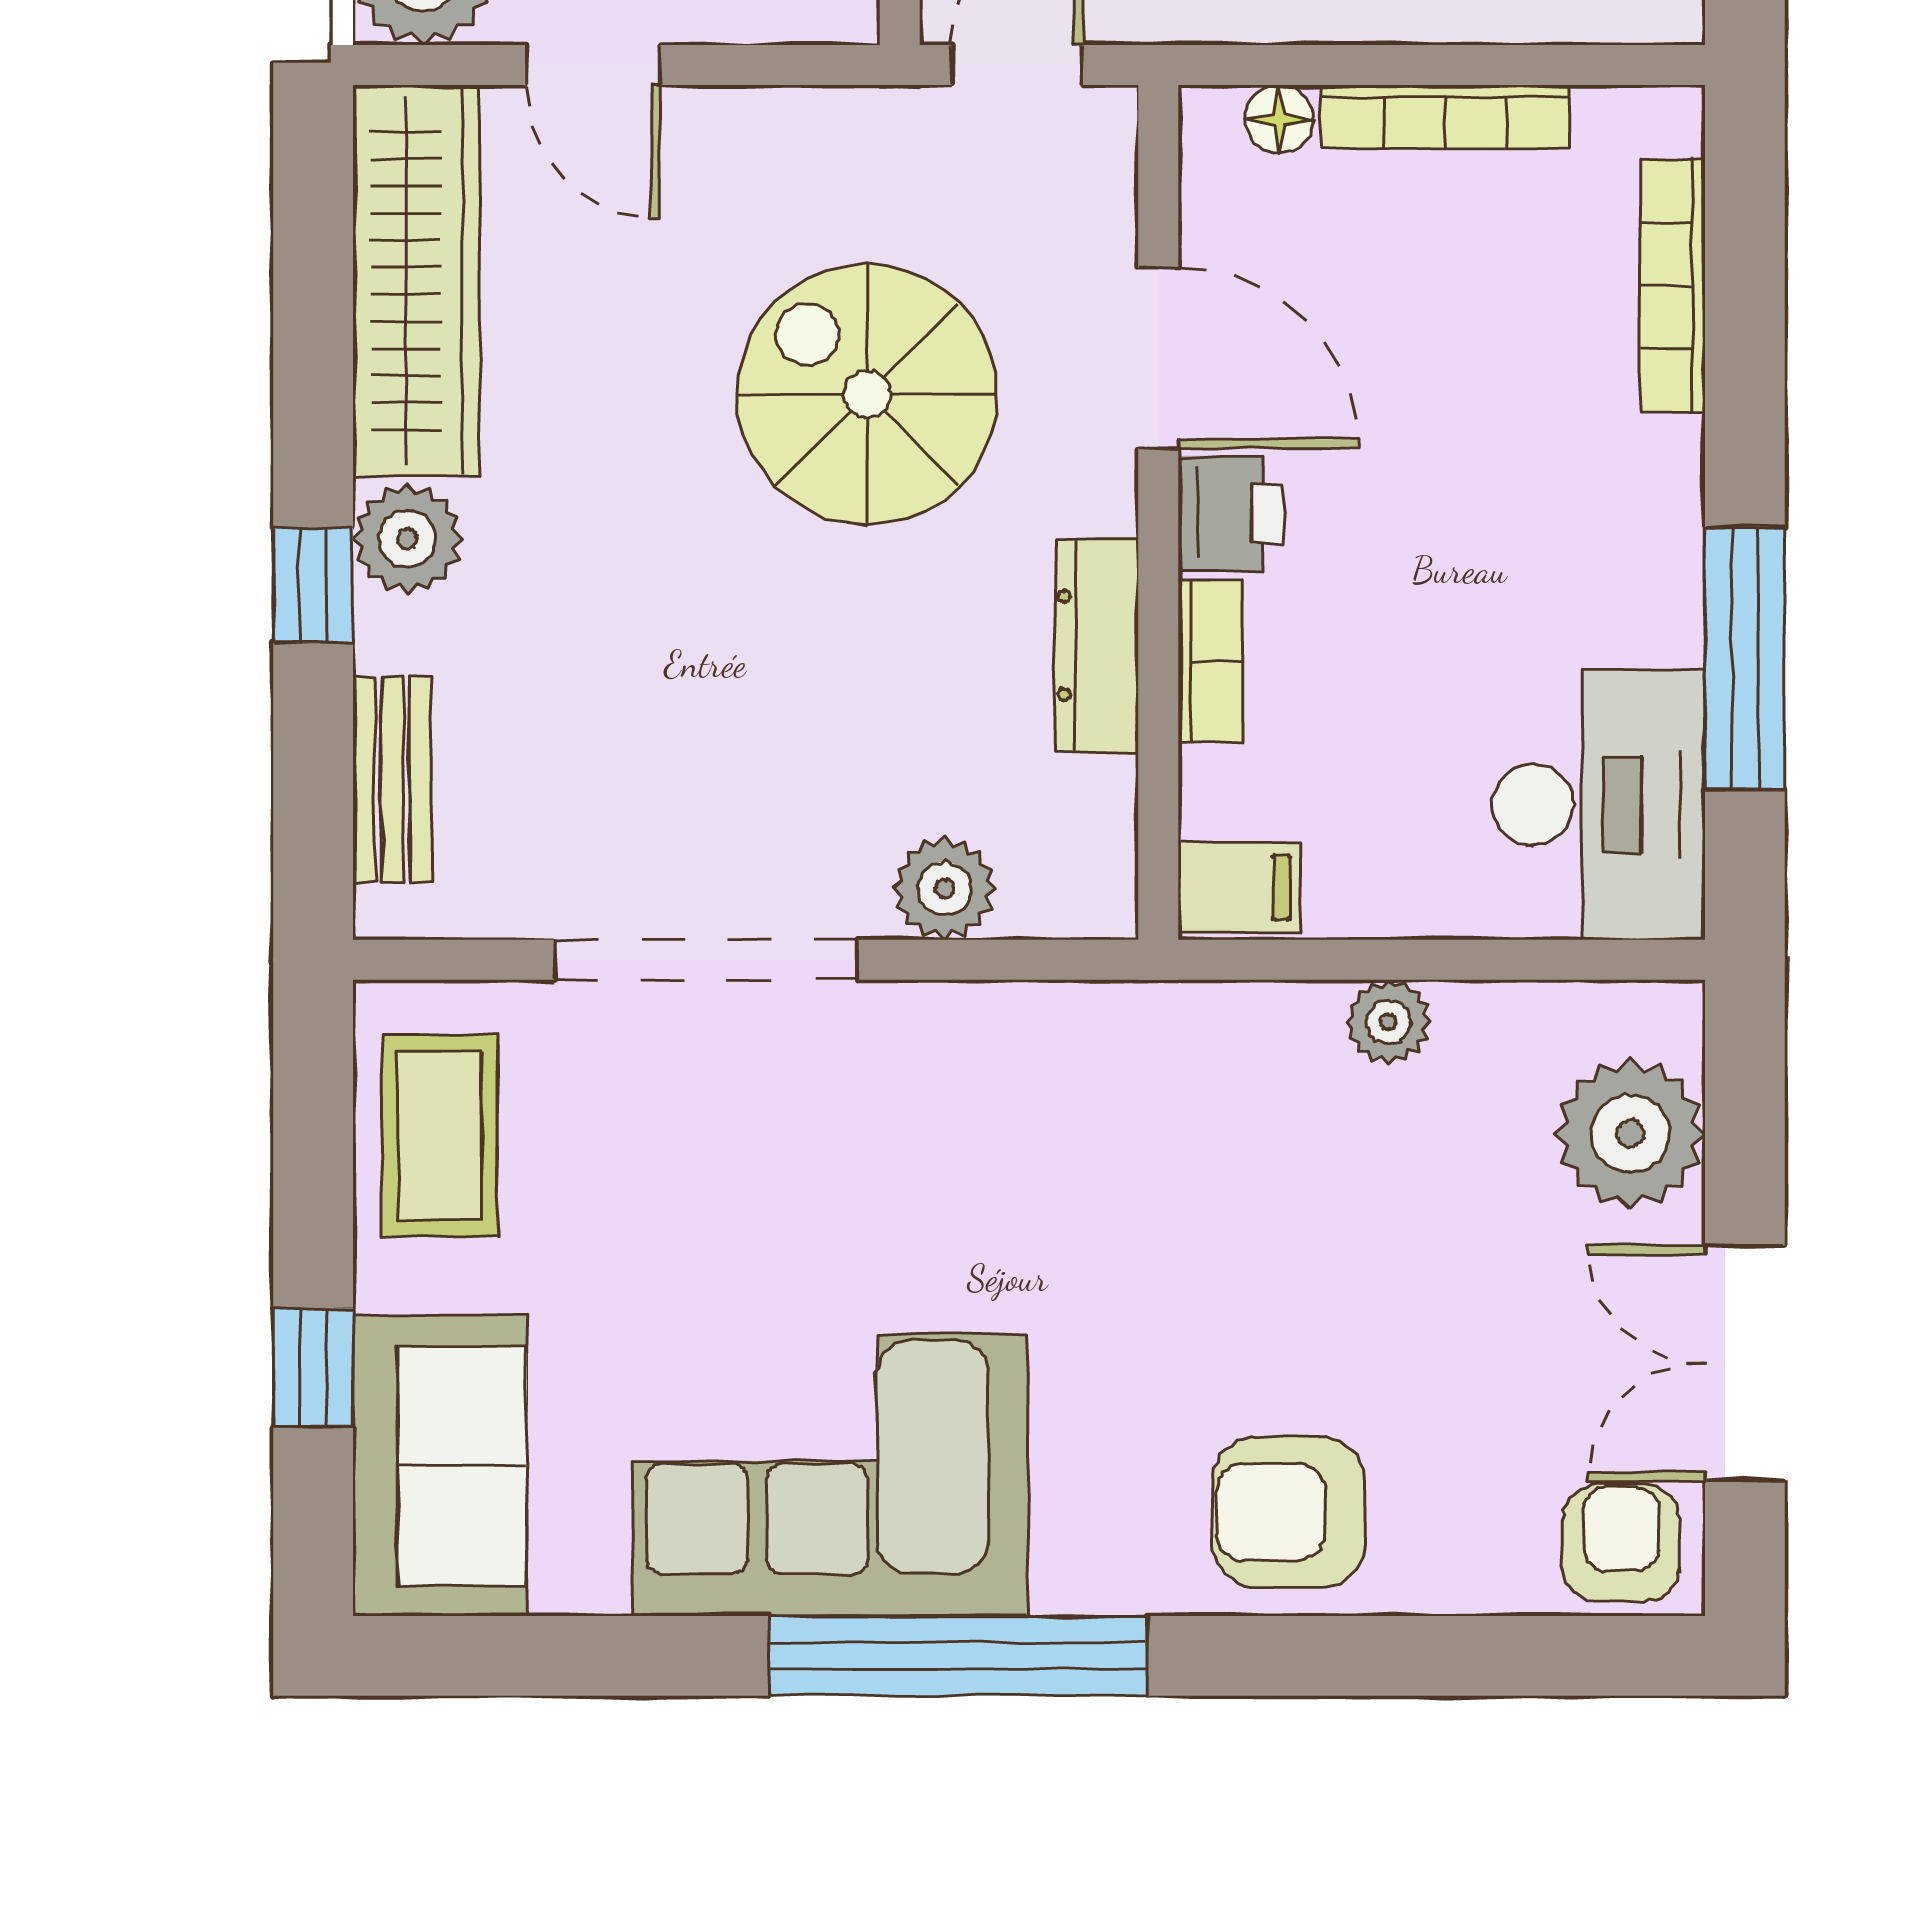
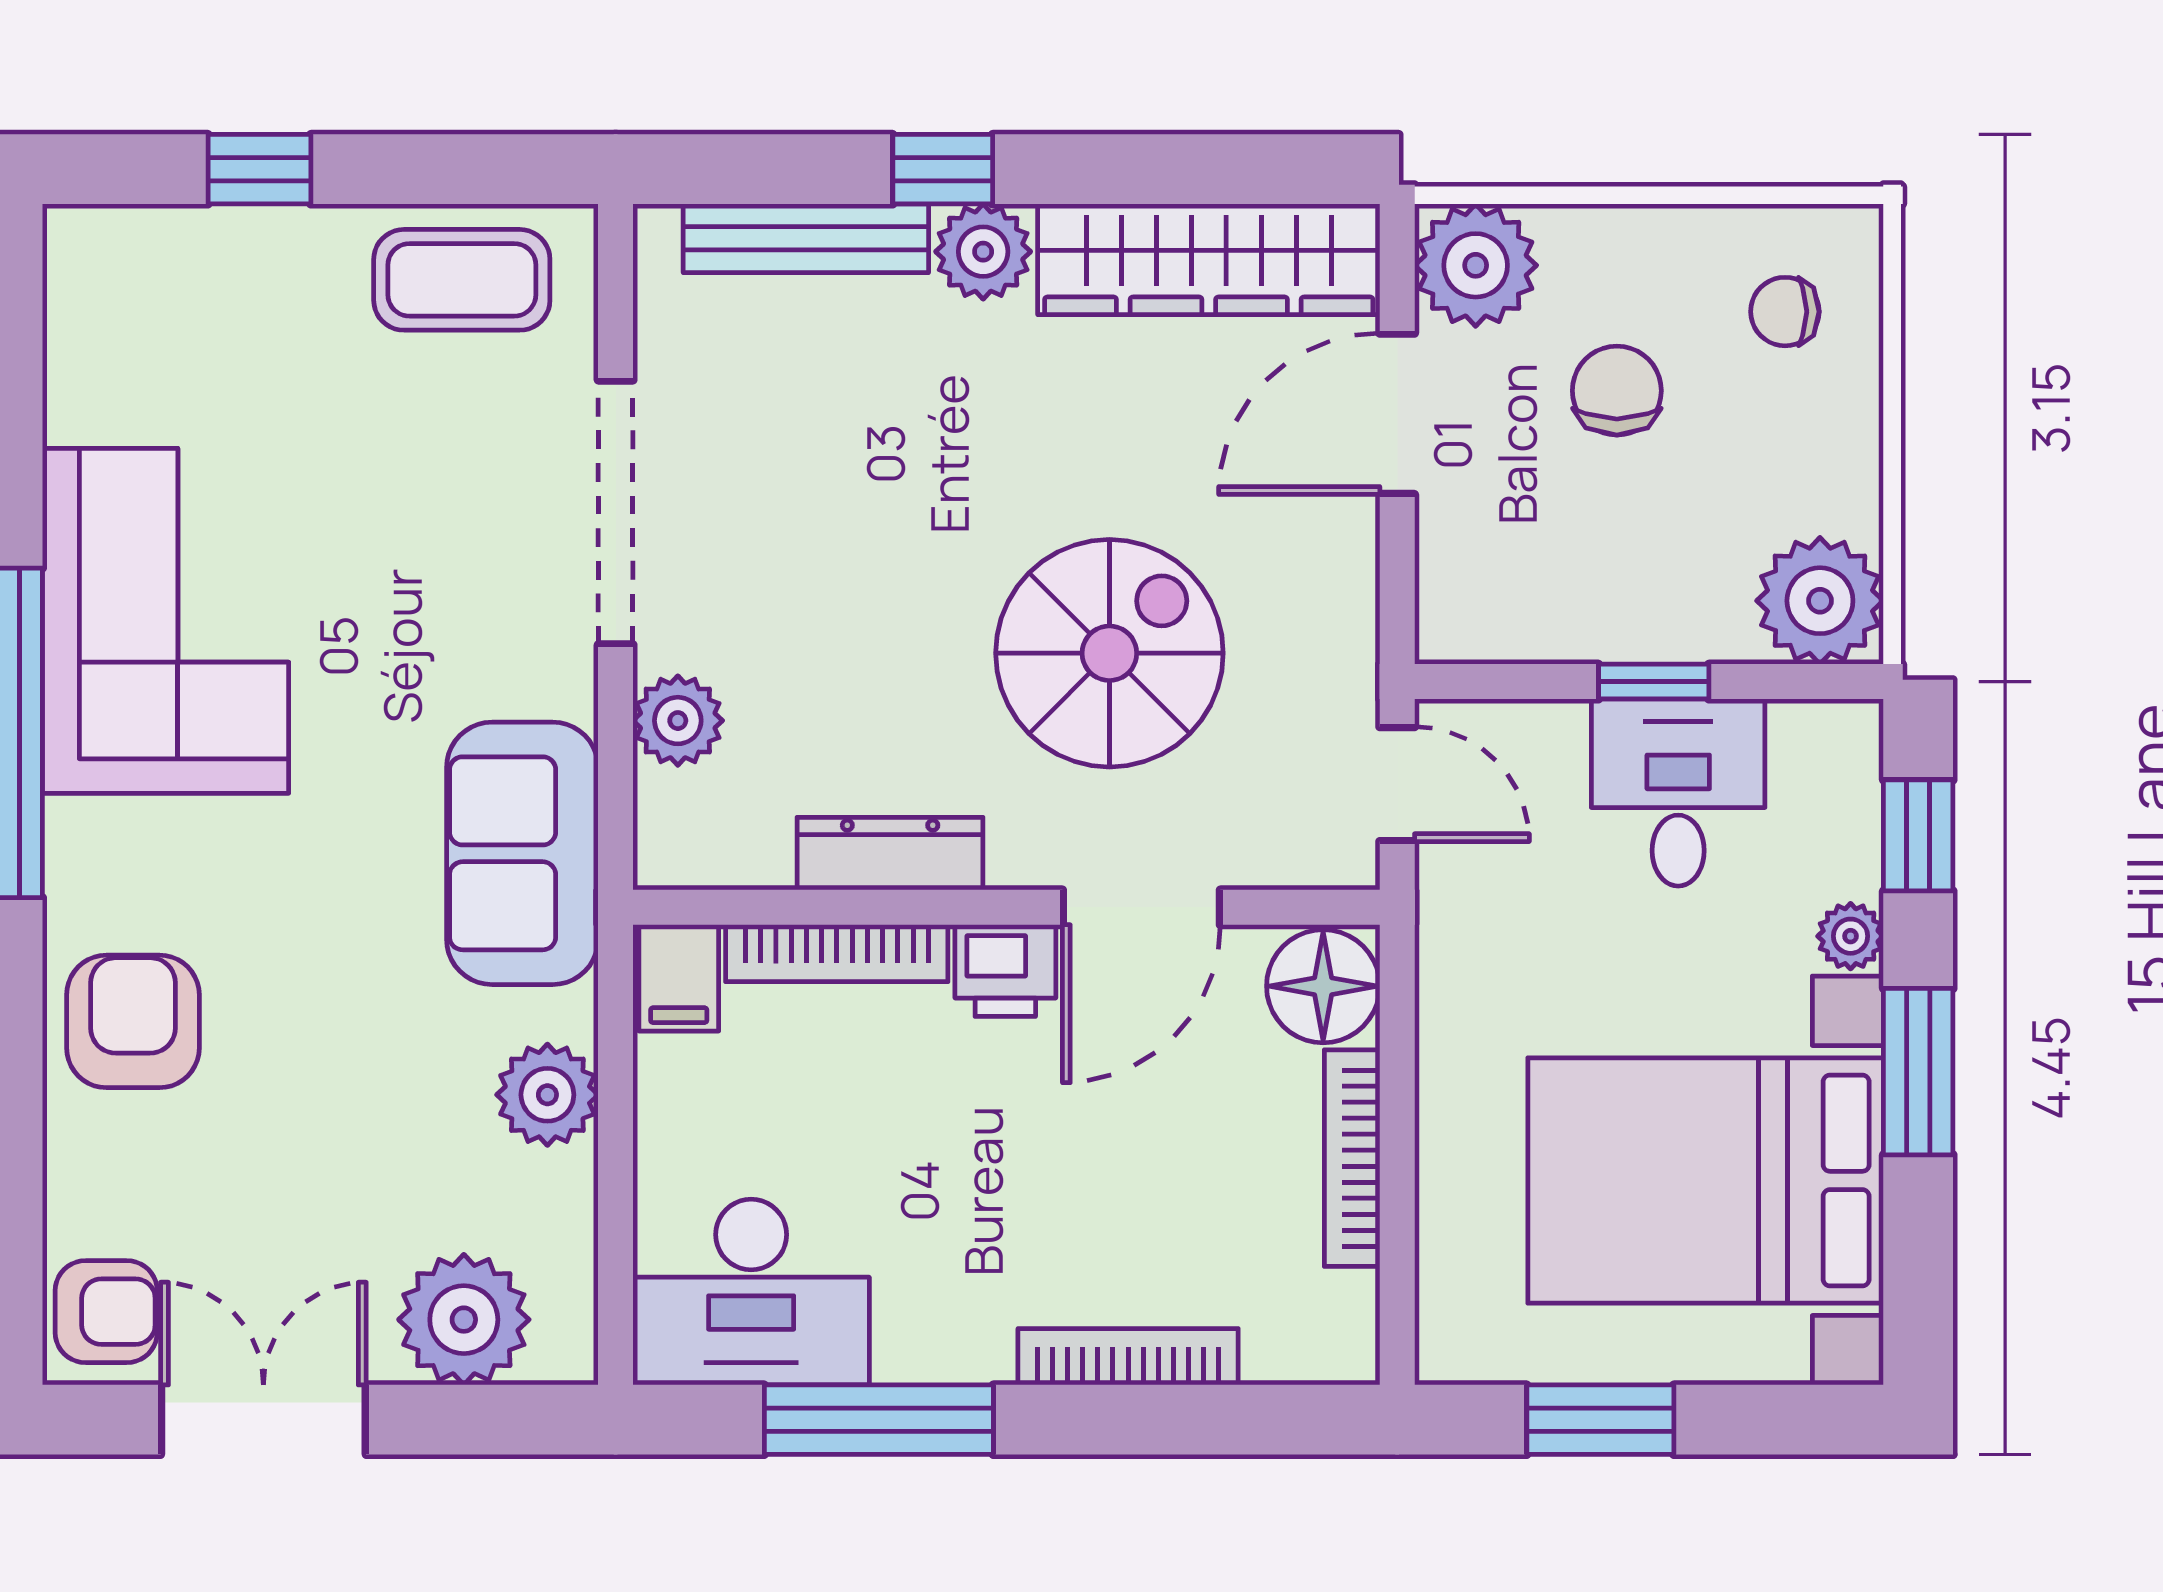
door: (593, 65) -> (1397, 414), width x1.38
floor lamp: (1279, 119) -> (1323, 986), width x1.89, depth x1.89
bookcase: (1673, 286) -> (1128, 1357), moved
bookcase: (1211, 661) -> (837, 953), width x1.56
bench: (392, 779) -> (806, 238), width x1.36
plant: (1389, 1022) -> (547, 1095), width x1.38, depth x1.38
sofa: (440, 1466) -> (522, 853), moved, turned 90

